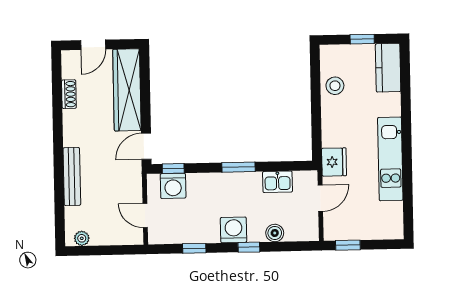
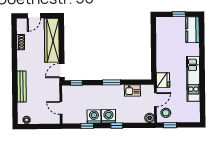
stool: (335, 86) -> (166, 113), moved
washing machine: (173, 186) -> (94, 116), moved, turned 180
boiler: (275, 233) -> (150, 118), moved

